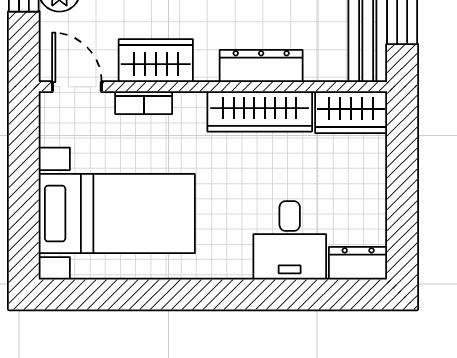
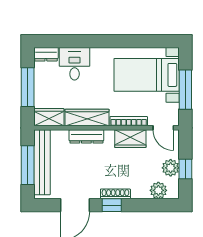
bookcase: (144, 103) -> (129, 121), width x1.56
window: (24, 178) -> (185, 90), added
window: (402, 184) -> (28, 87), added

